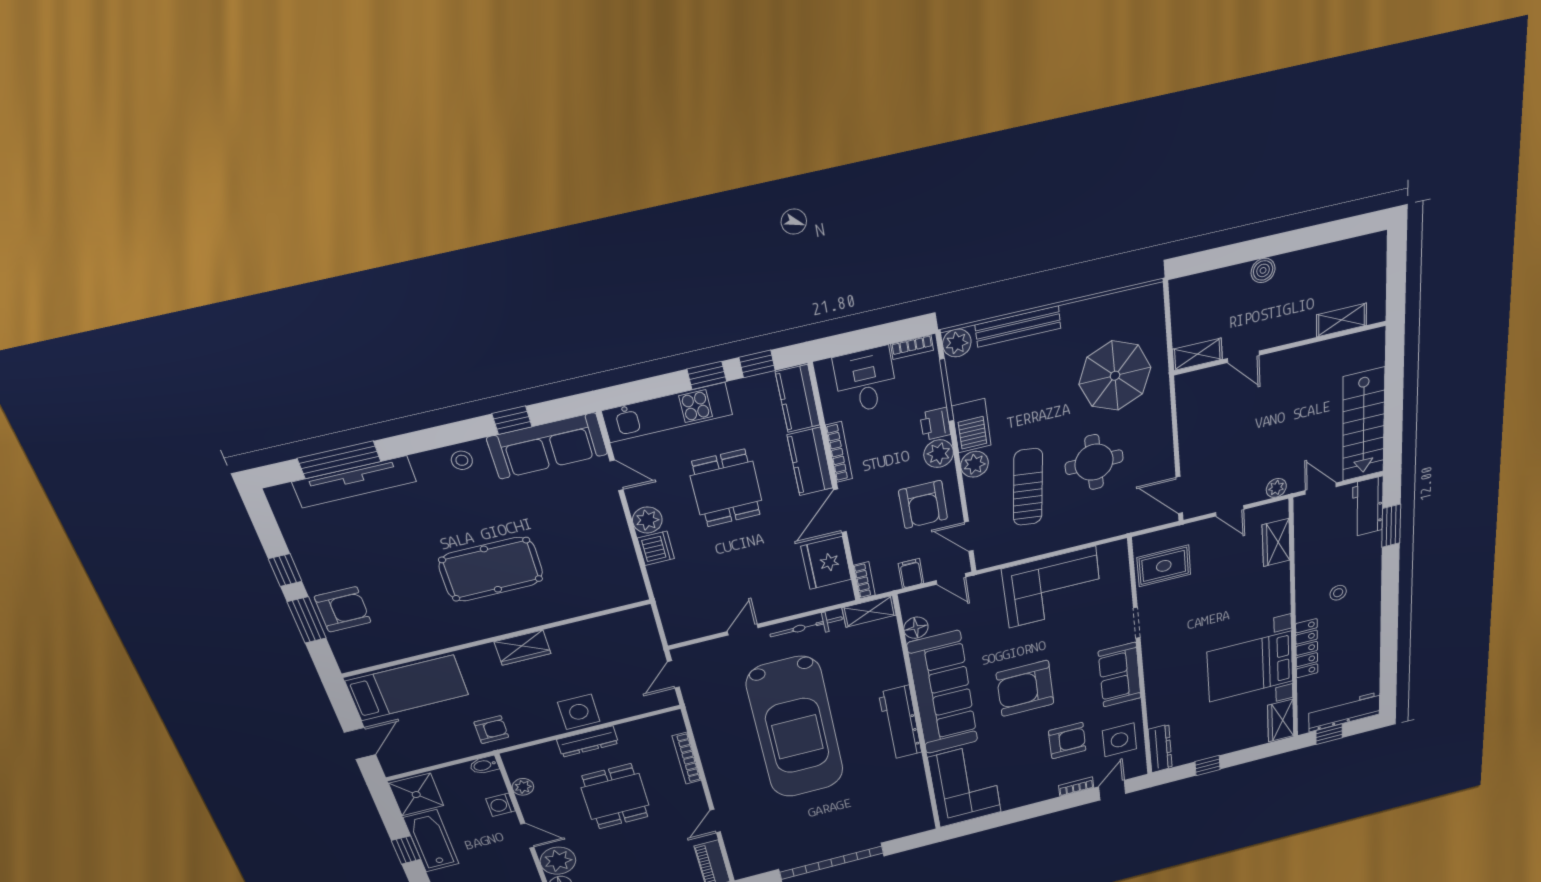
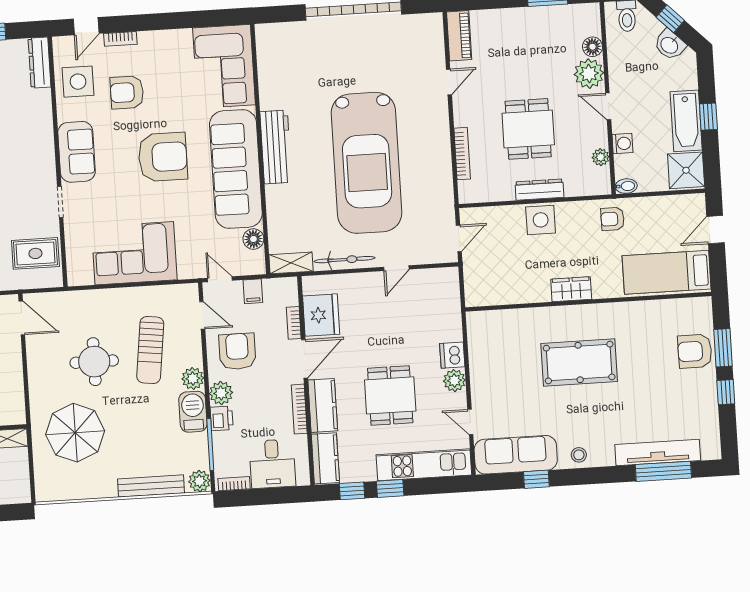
bookcase: (864, 580) -> (294, 323), moved
car: (795, 728) -> (367, 163), turned 180

